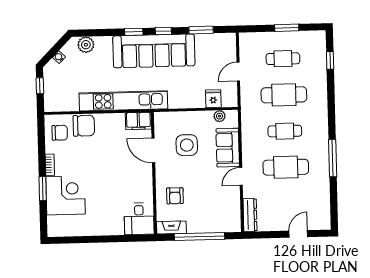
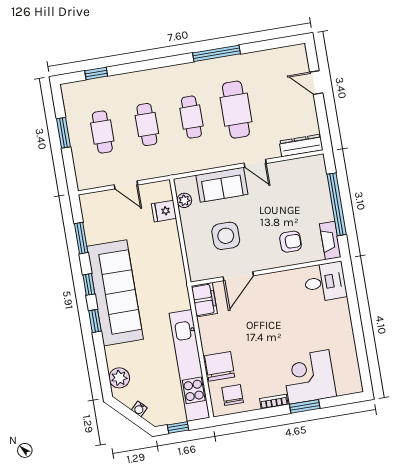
cafe table: (284, 95) -> (147, 125), width x0.73, depth x0.74
kitchen unit: (123, 101) -> (189, 365), moved

